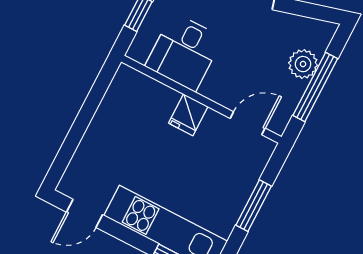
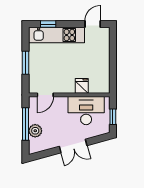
desk: (184, 52) -> (86, 111), width x1.37
fridge: (188, 115) -> (82, 86), moved

